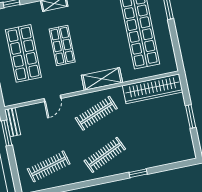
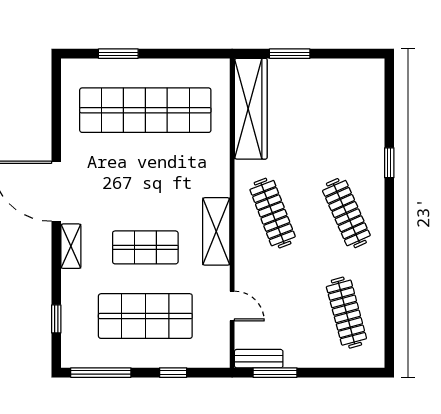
shelving: (102, 79) -> (216, 231), moved
door: (52, 98) -> (232, 306), moved
window: (191, 116) -> (290, 54), moved

